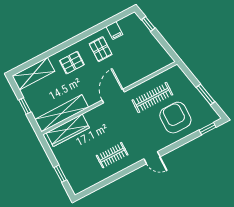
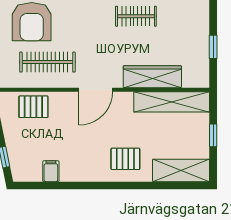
pallet: (101, 49) -> (33, 107), moved, turned 90
wardrobe: (68, 130) -> (152, 77), moved
window: (60, 174) -> (213, 47), moved

